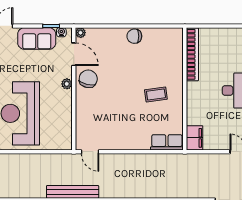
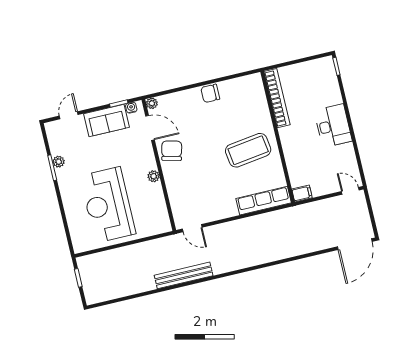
plant: (67, 84) -> (154, 176), moved
coffee table: (156, 94) -> (248, 150), width x1.86, depth x1.72
filing cabinet: (195, 138) -> (302, 193), width x0.50
row of seats: (167, 142) -> (264, 201), width x1.48

